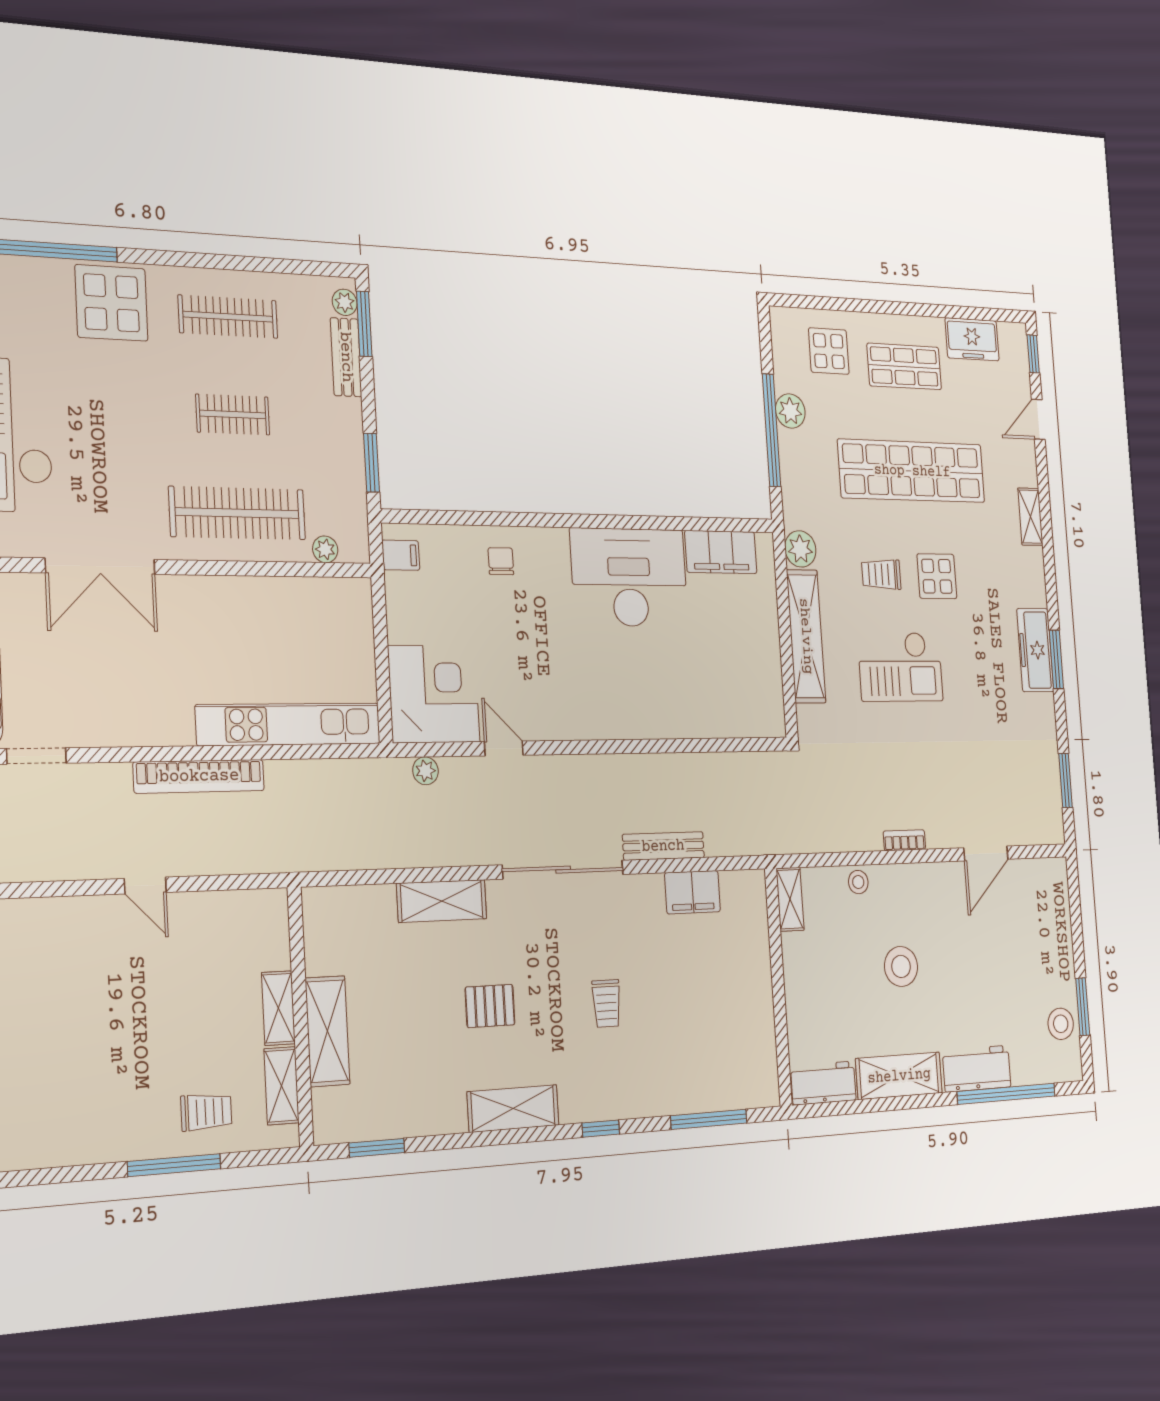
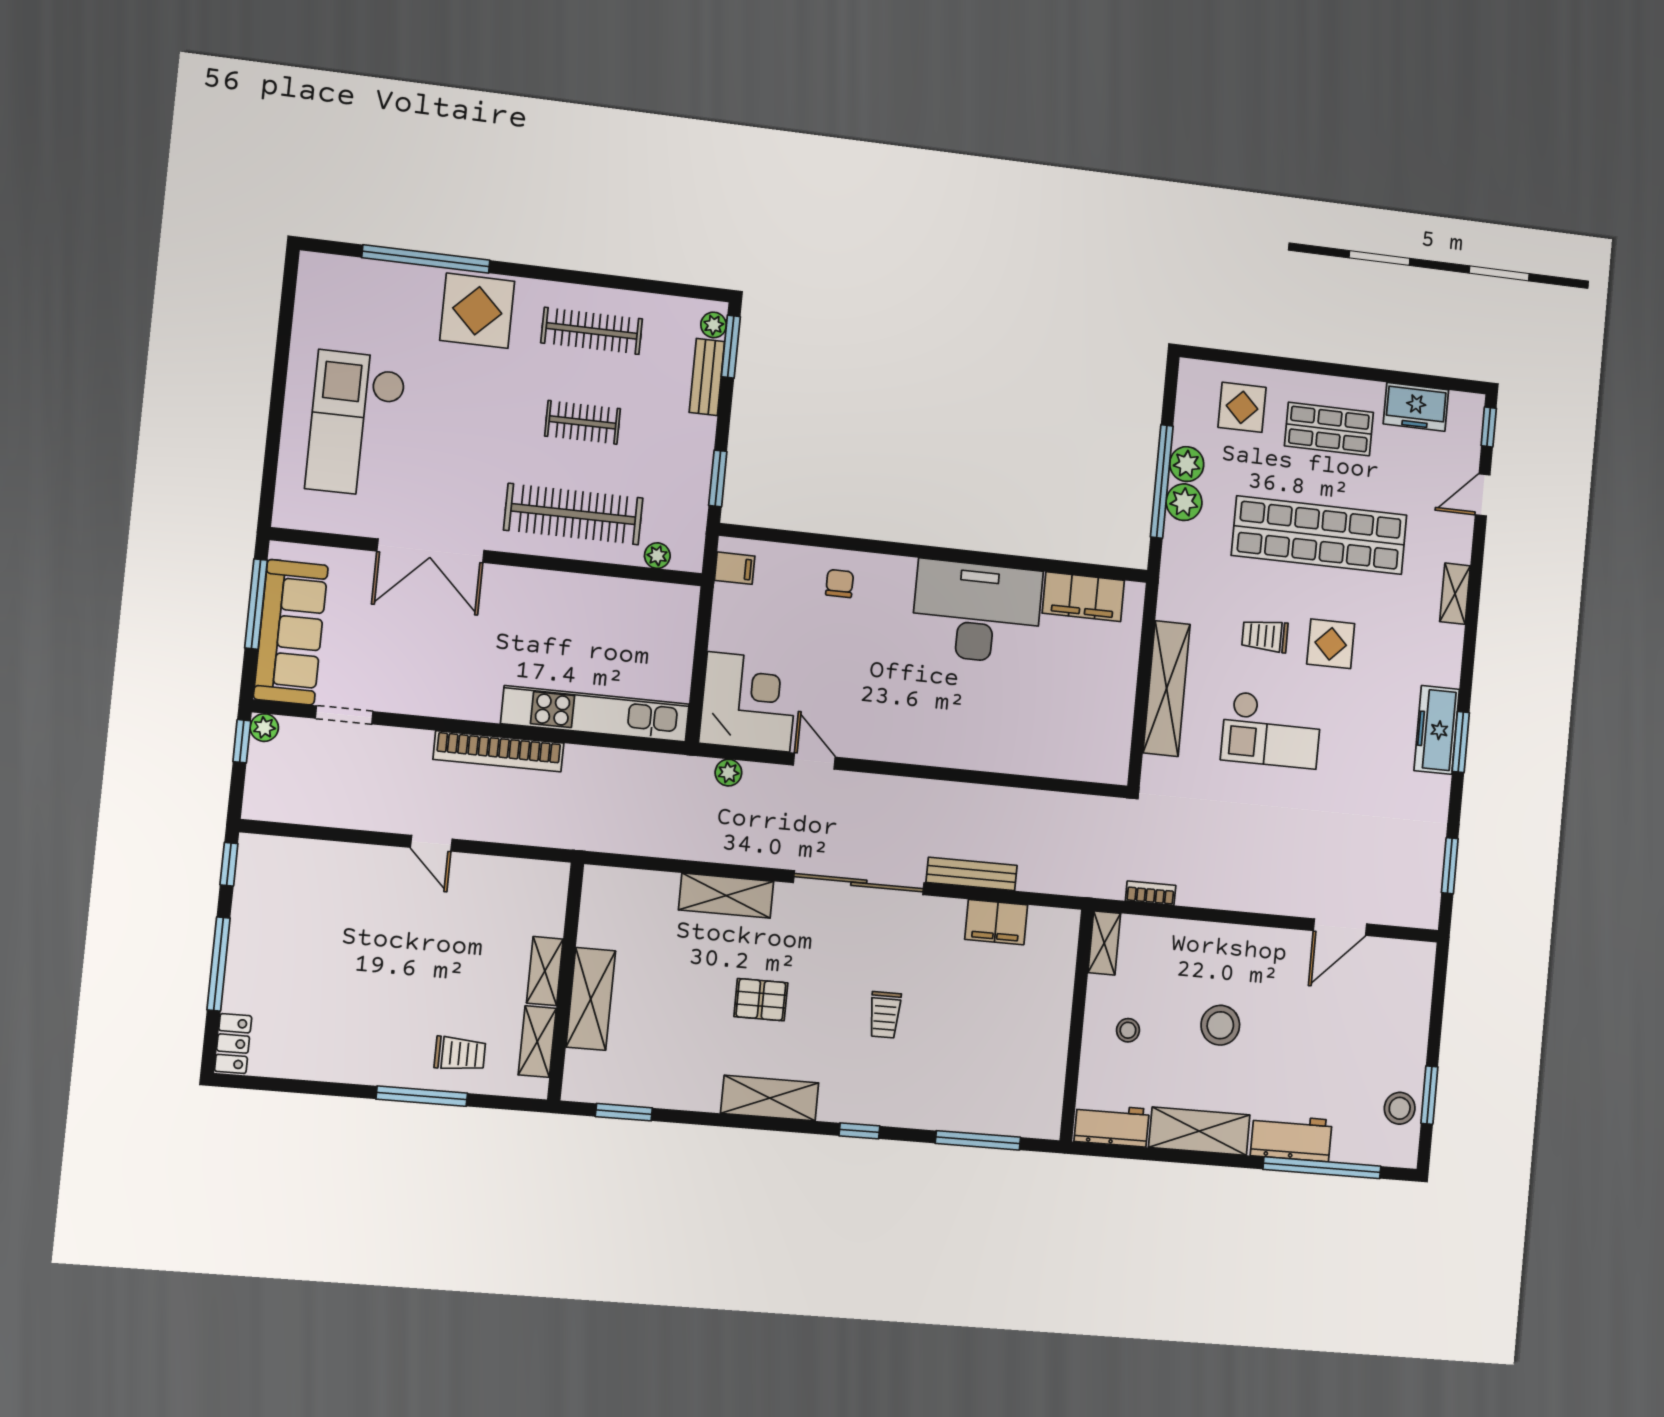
plant: (800, 549) -> (1184, 502), moved
bookcase: (904, 840) -> (1151, 893), moved
stool: (858, 882) -> (1128, 1030), moved

